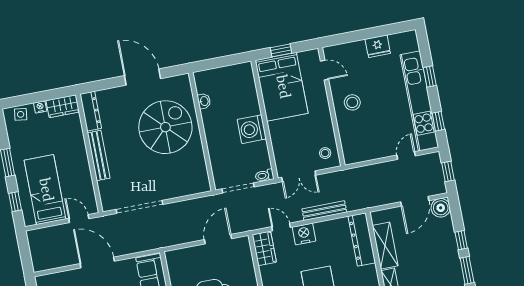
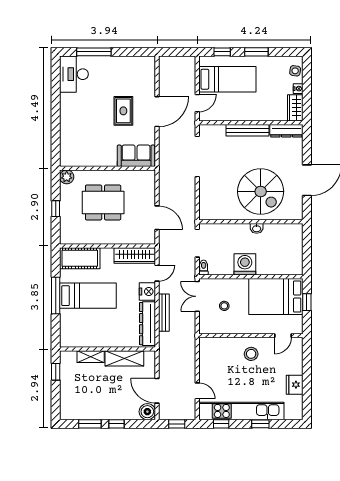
washbasin: (204, 101) -> (257, 228), moved
stool: (325, 153) -> (224, 306), moved
dresser: (362, 239) -> (148, 324), moved, turned -90
wardrobe: (264, 248) -> (135, 255), width x1.50

